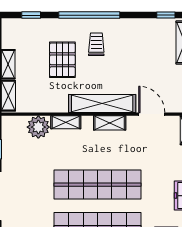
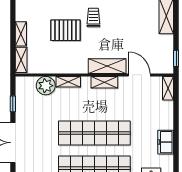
pallet: (62, 60) -> (66, 30), turned 90
shelving: (102, 103) -> (107, 66), width x0.68

